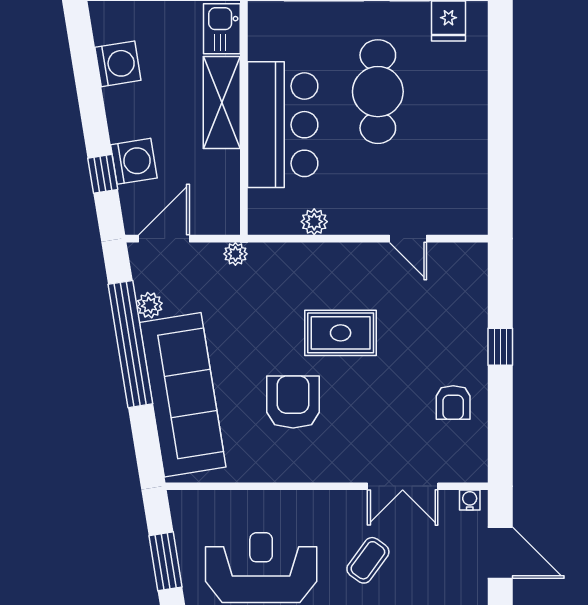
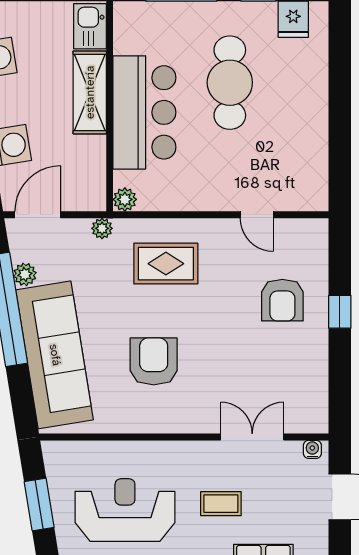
plant: (314, 222) -> (125, 199), moved
rug: (341, 333) -> (166, 264), moved
armchair: (453, 403) -> (282, 300), moved, width x1.38, depth x1.38
double door: (403, 486) -> (252, 437), swing flipped
coffee table: (368, 560) -> (221, 504), turned 54

